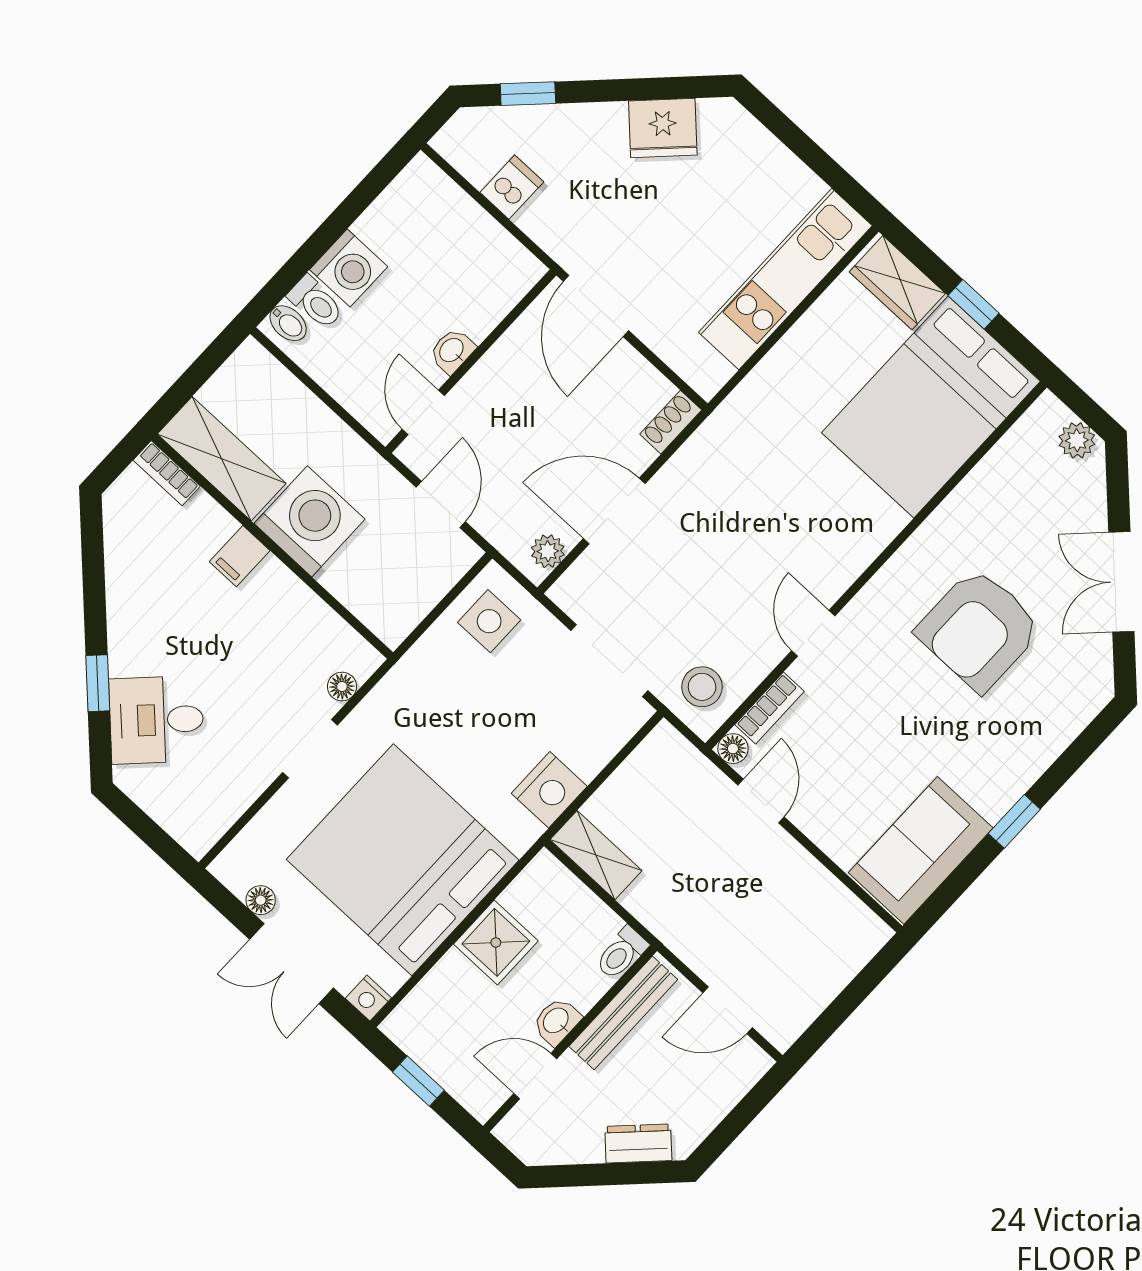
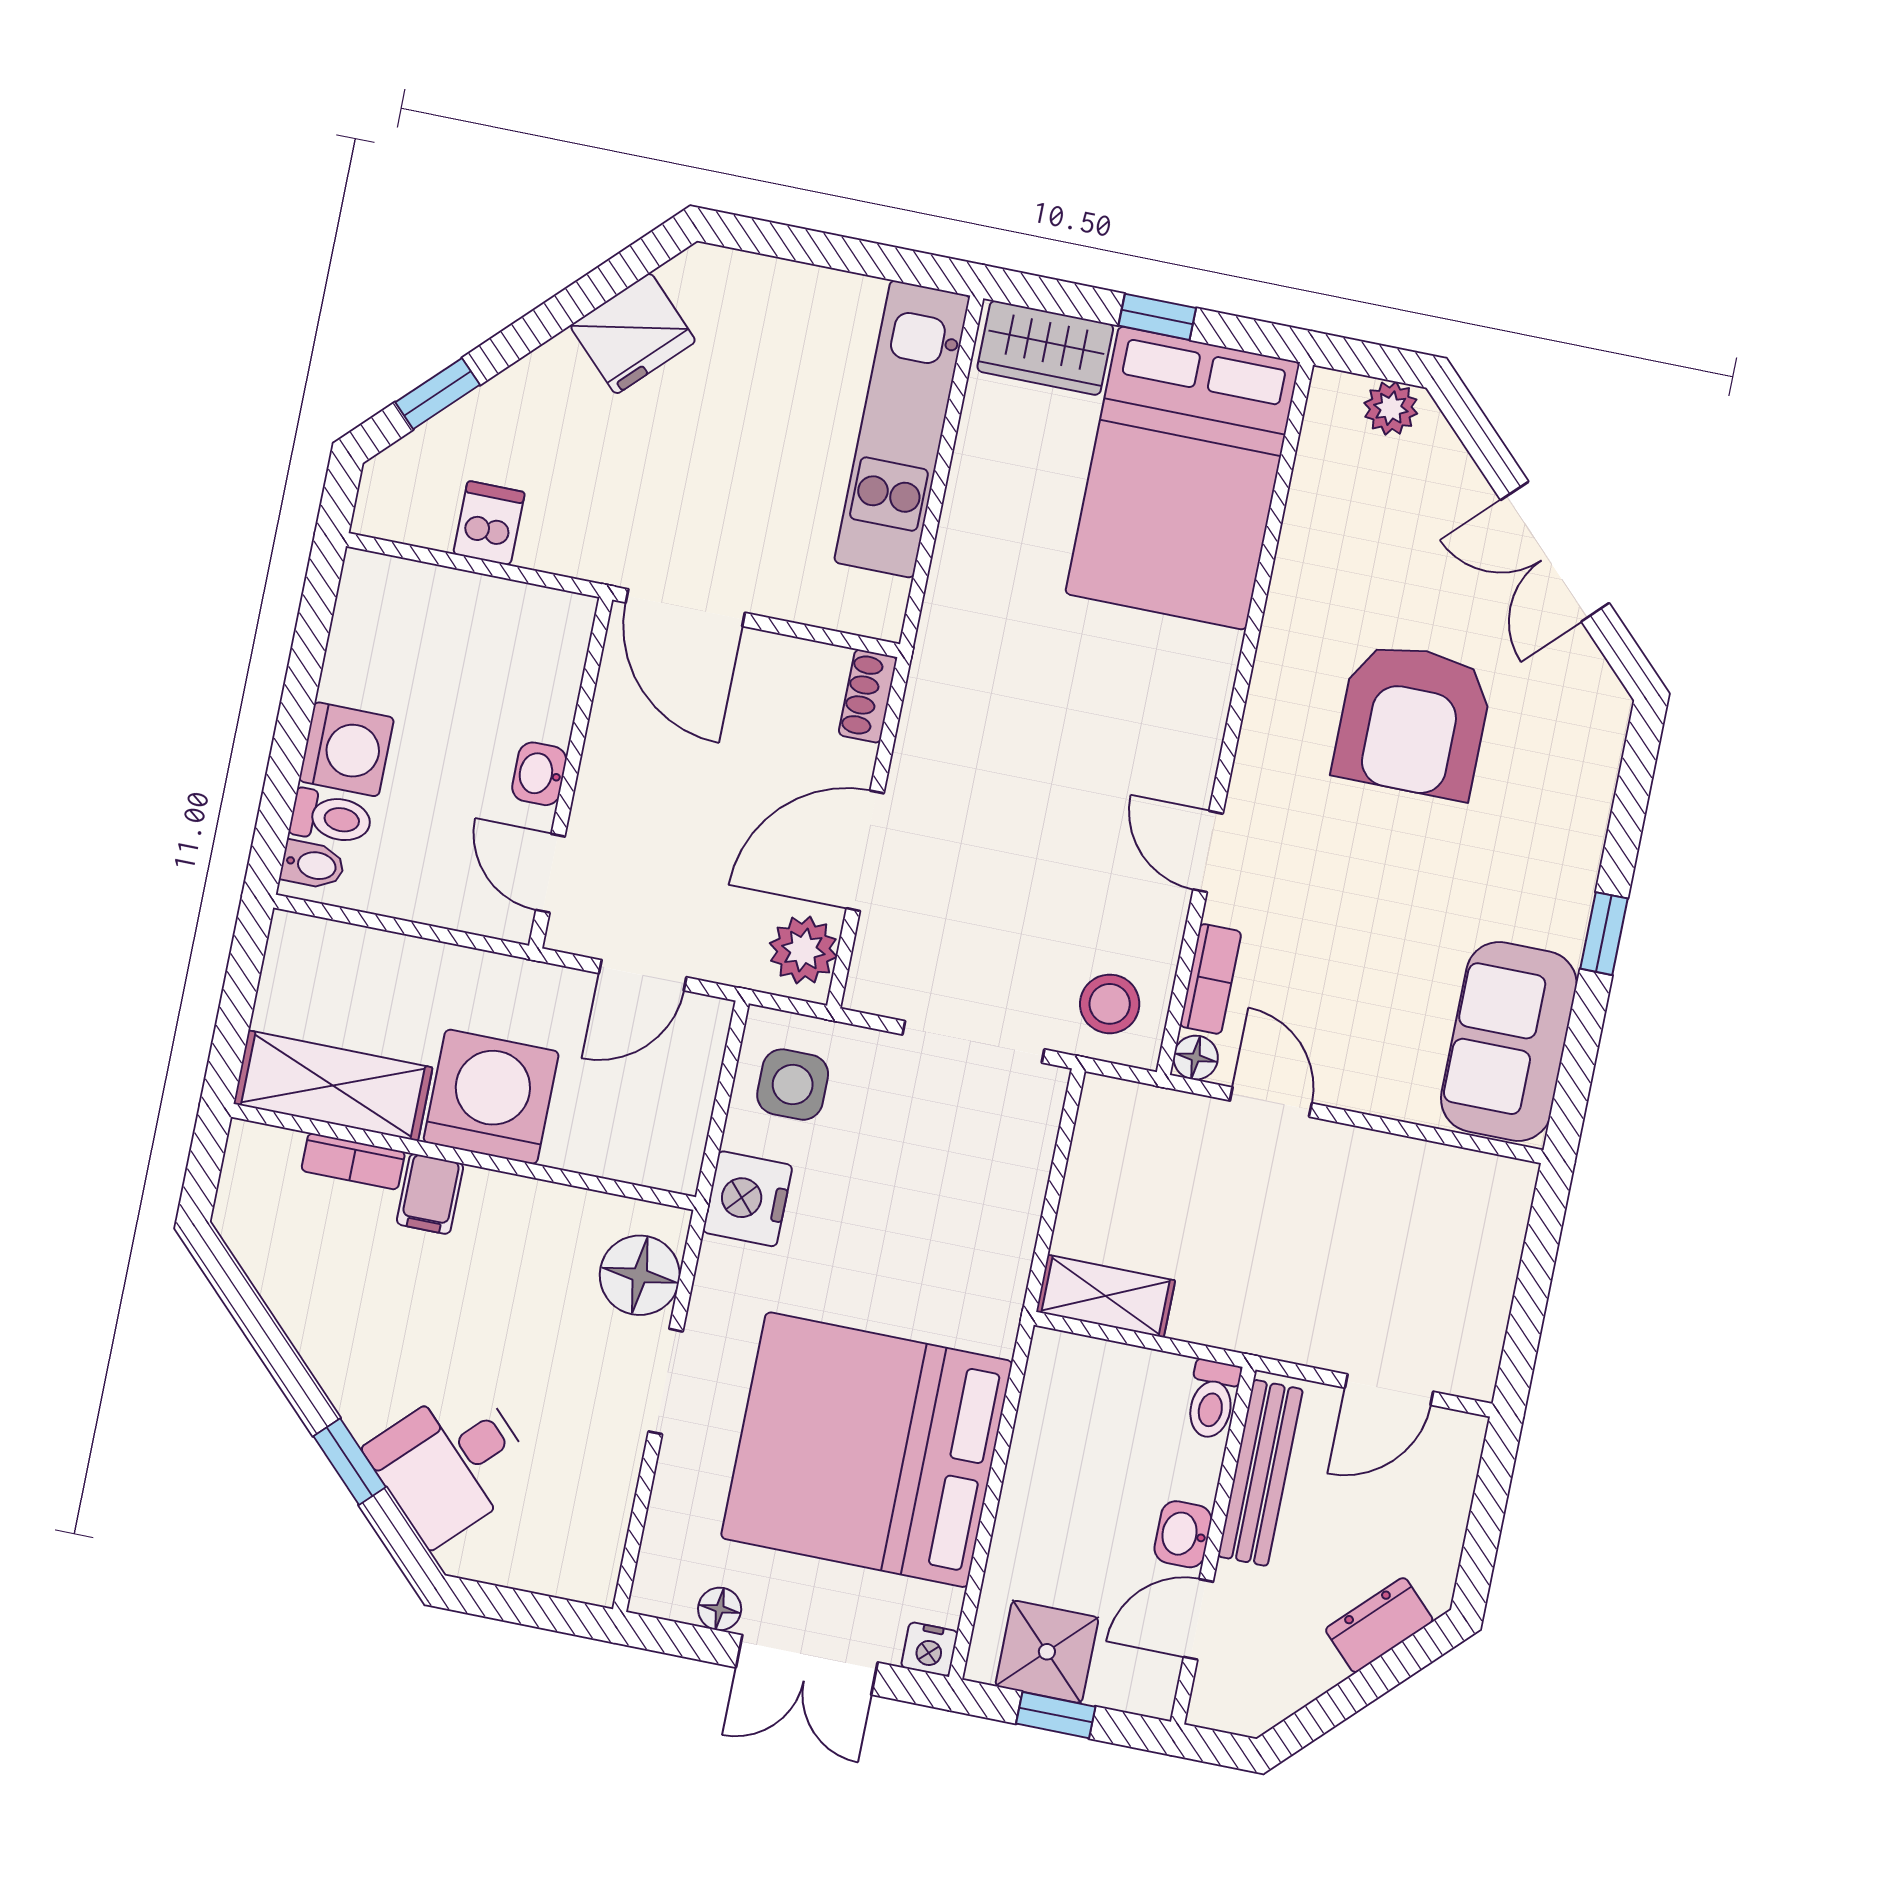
bookcase: (167, 473) -> (353, 1161), moved
door: (441, 504) -> (643, 975), swing flipped
plant: (548, 551) -> (803, 950), width x1.38, depth x1.38
floor lamp: (342, 687) -> (640, 1275), width x1.89, depth x1.89
nightstand: (549, 790) -> (747, 1199), moved, turned 180
shower: (496, 942) -> (1047, 1652), moved

